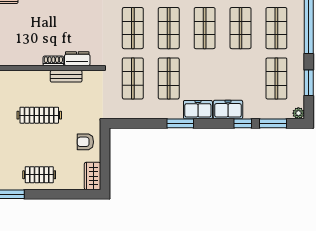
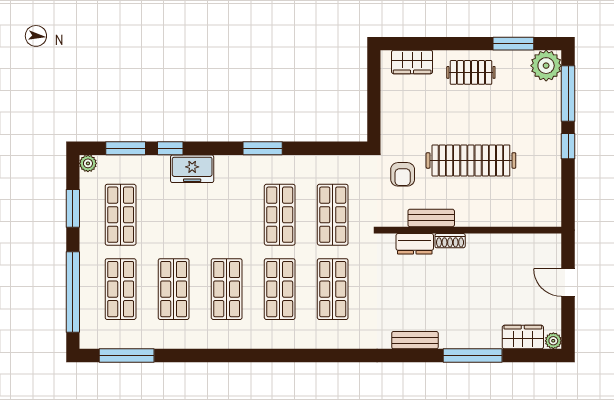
freezer: (198, 110) -> (237, 169), removed
clothes rail: (39, 115) -> (471, 160), width x1.37, depth x1.31
armchair: (85, 142) -> (403, 174), moved, turned 90
wardrobe: (92, 176) -> (412, 62), moved, turned 90

